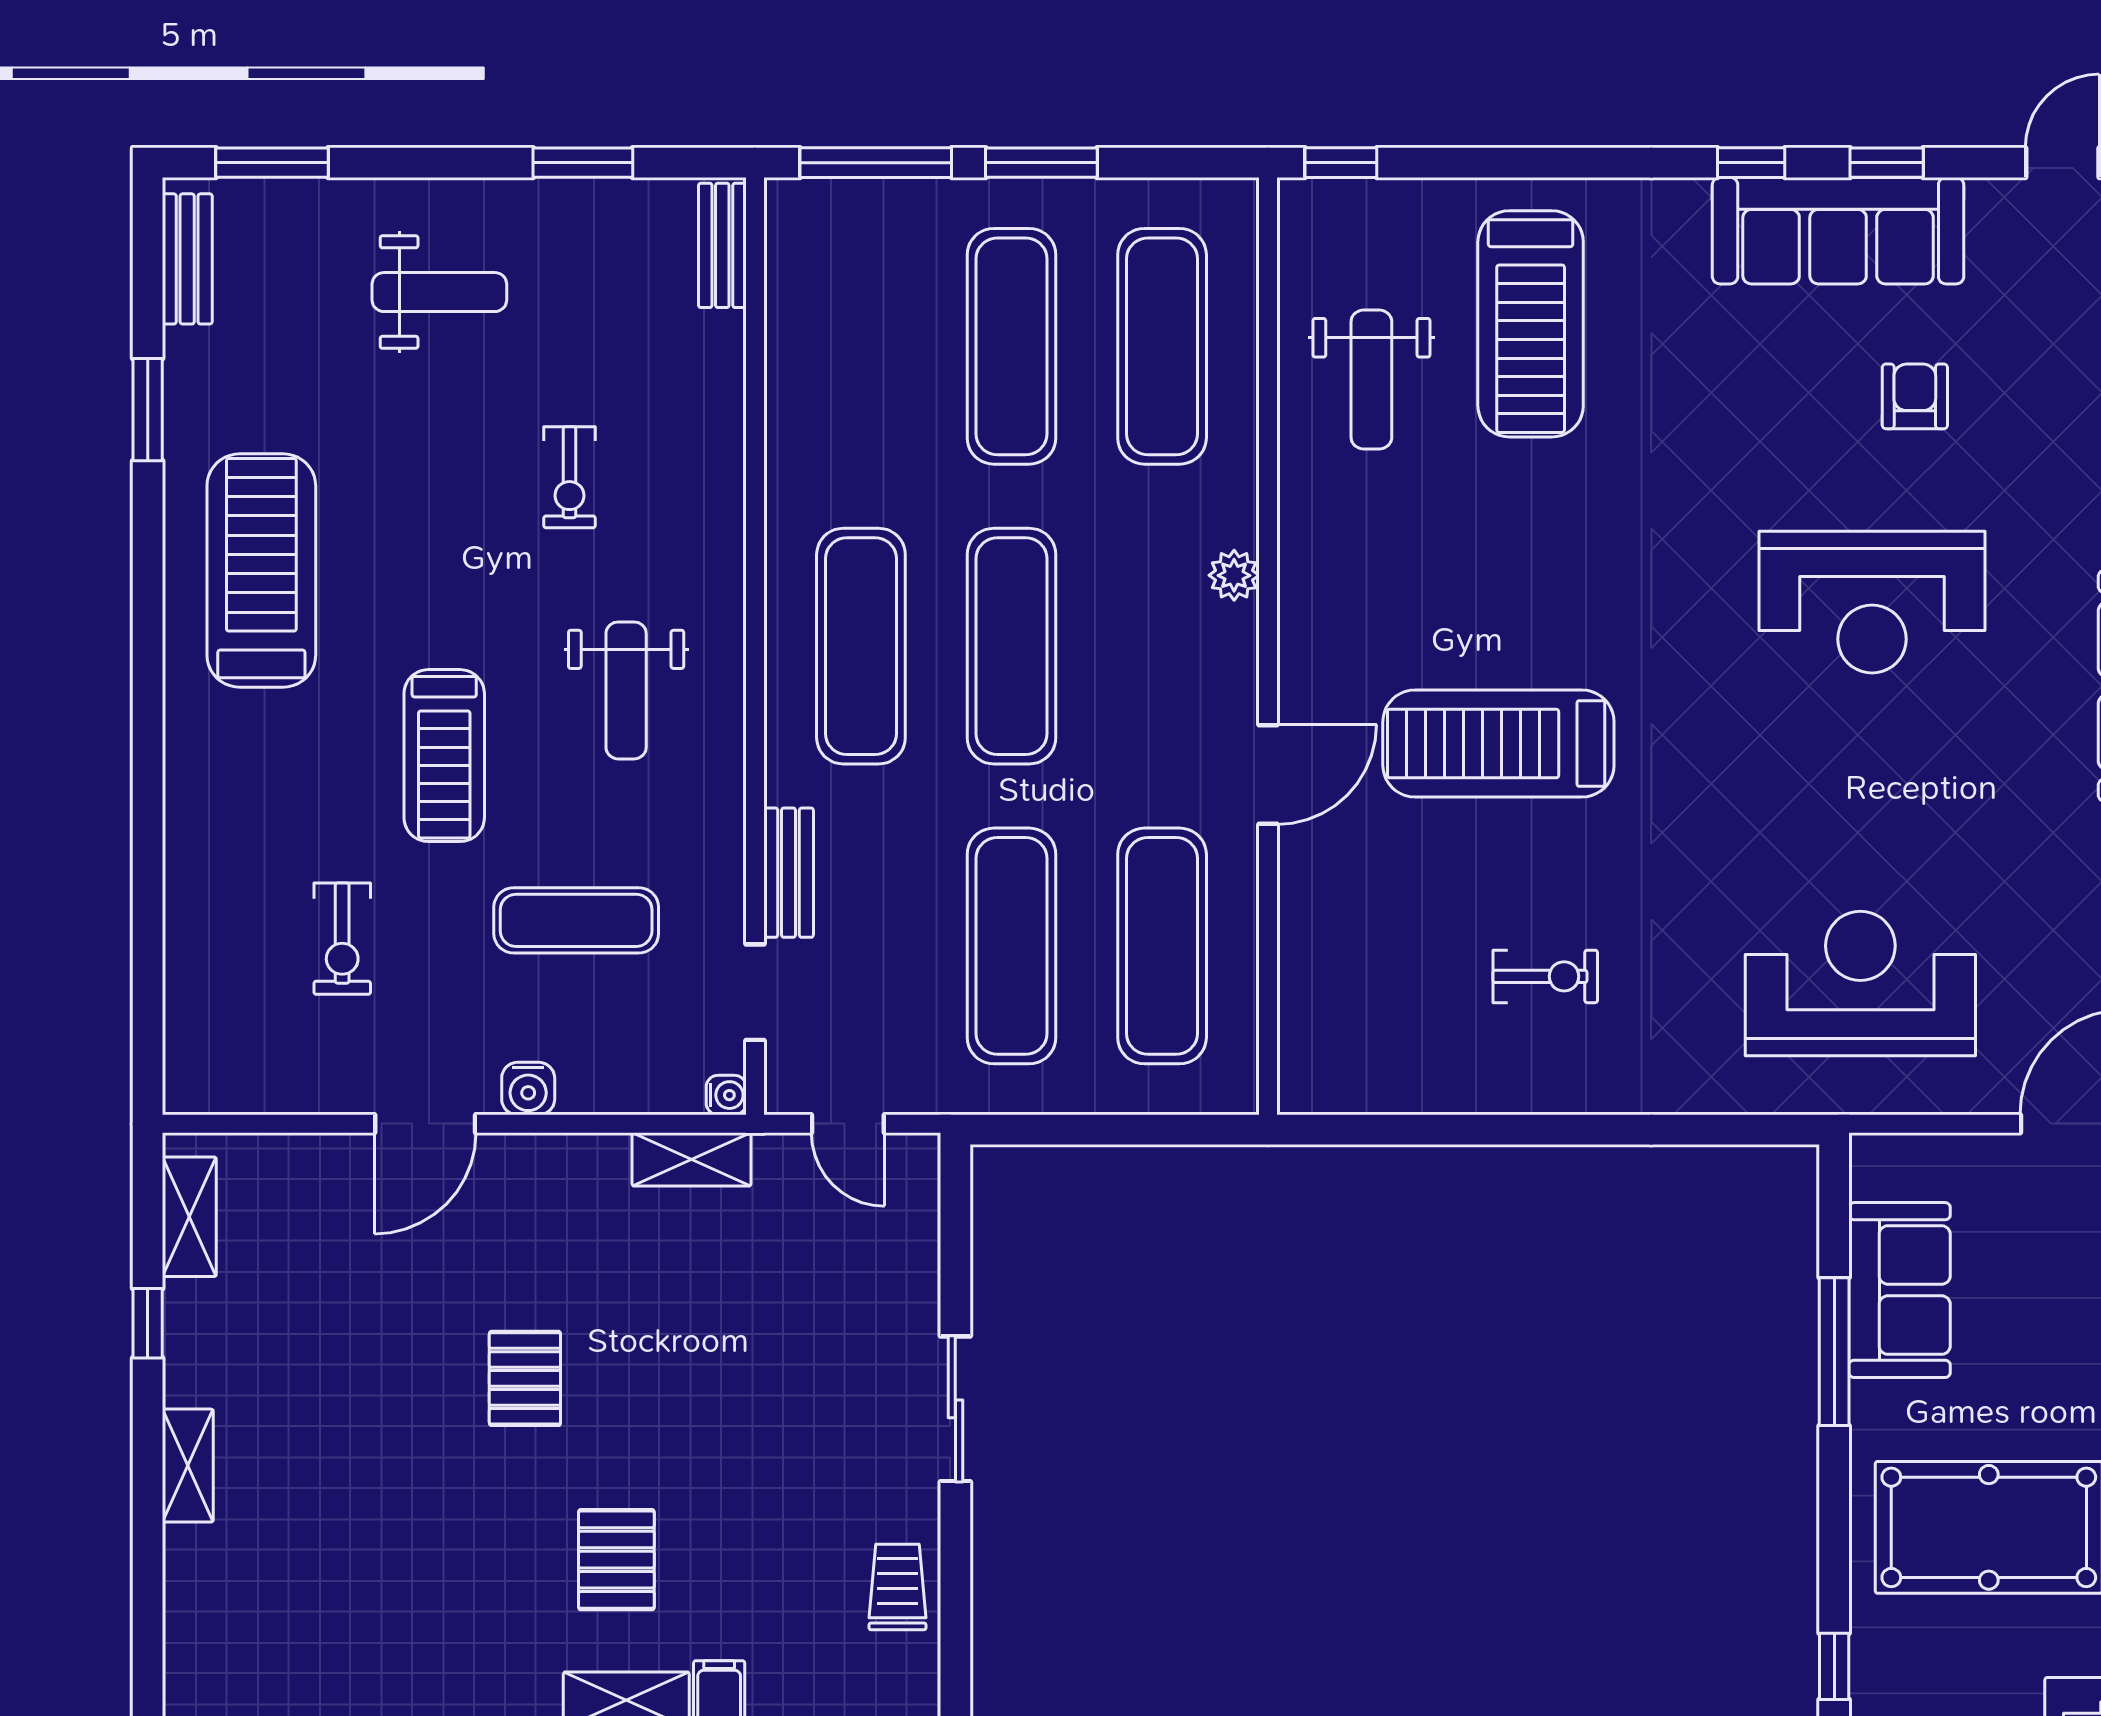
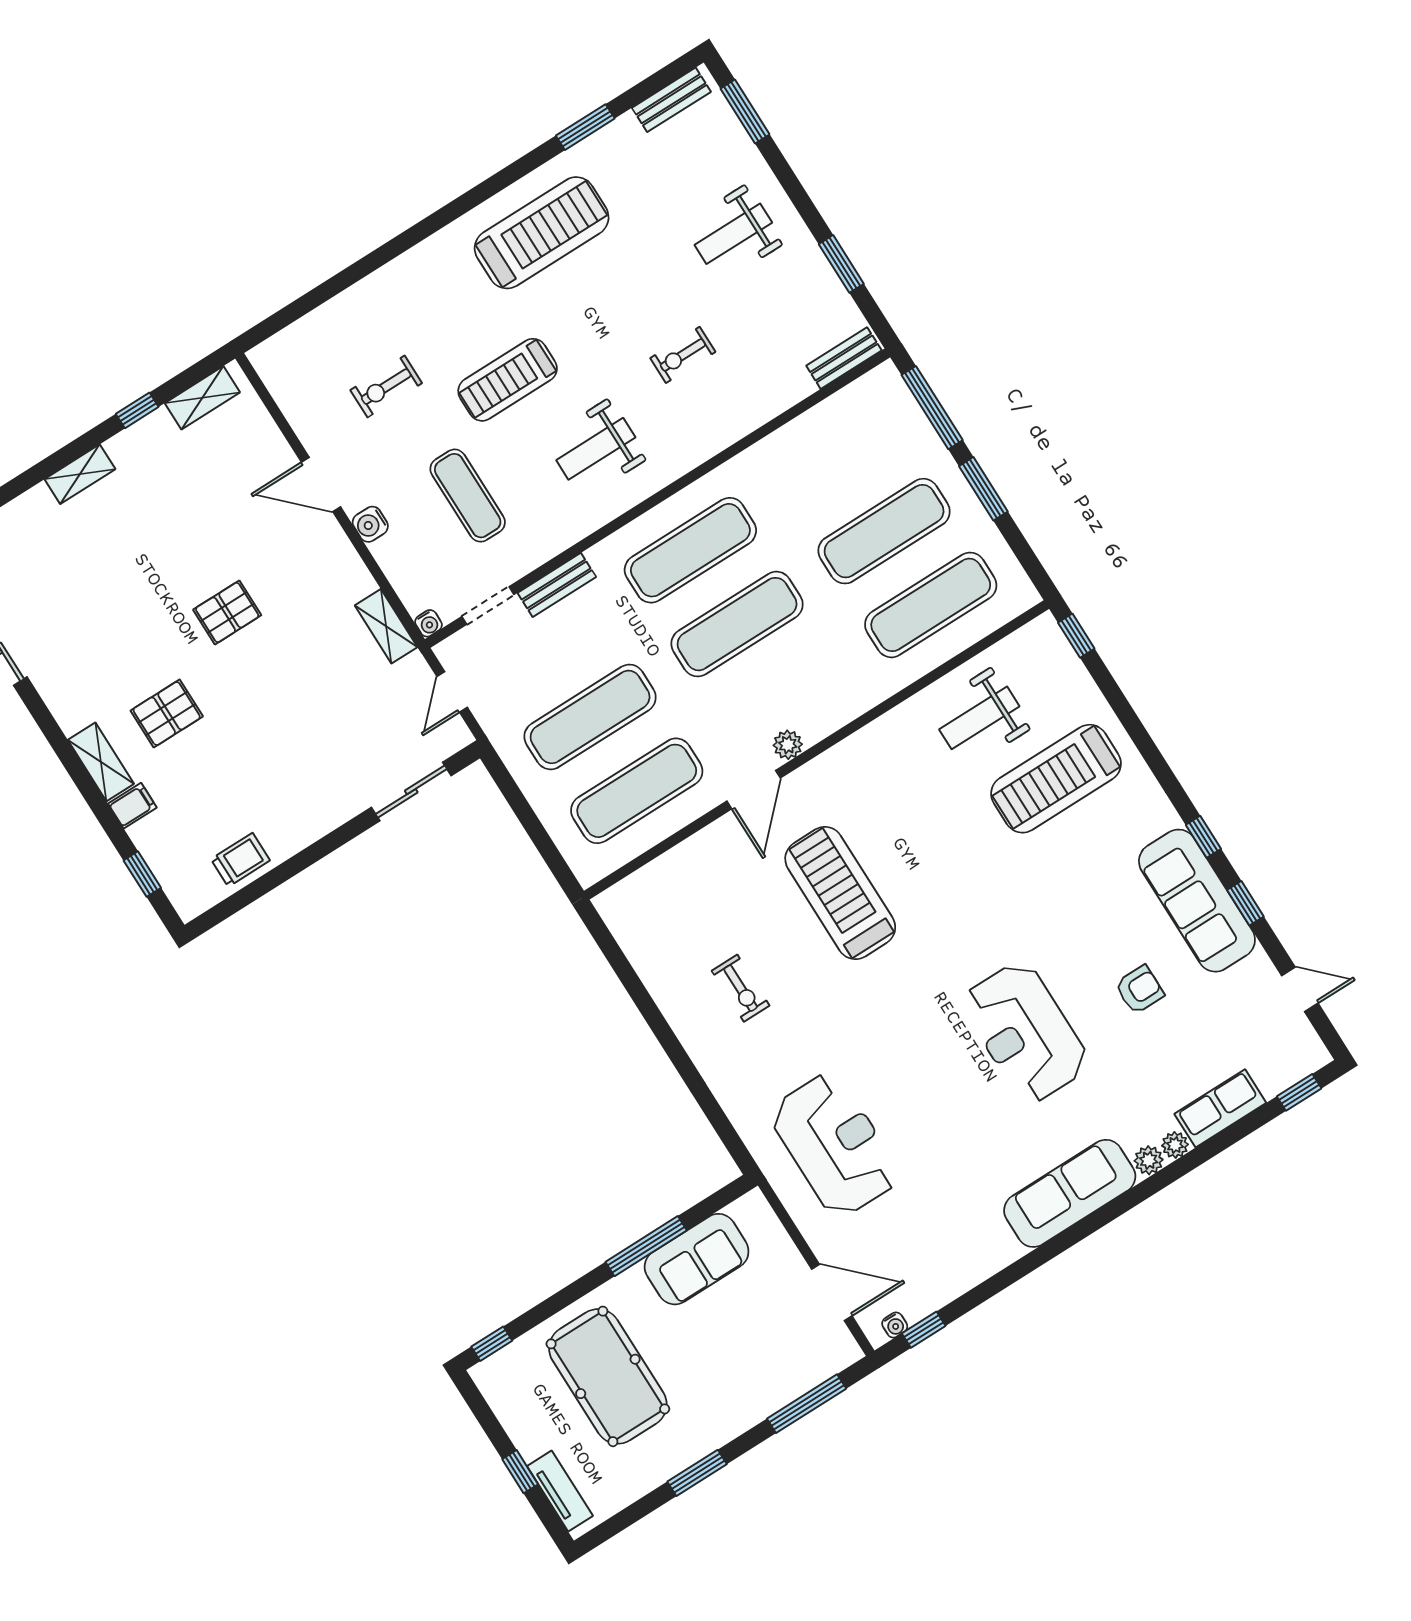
weight bench: (439, 292) -> (733, 234), turned 90
plant: (1234, 575) -> (788, 745), moved
door: (1268, 774) -> (754, 790), hinge flipped
sliding door: (955, 1409) -> (411, 792), moved

